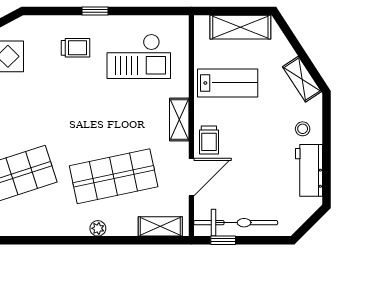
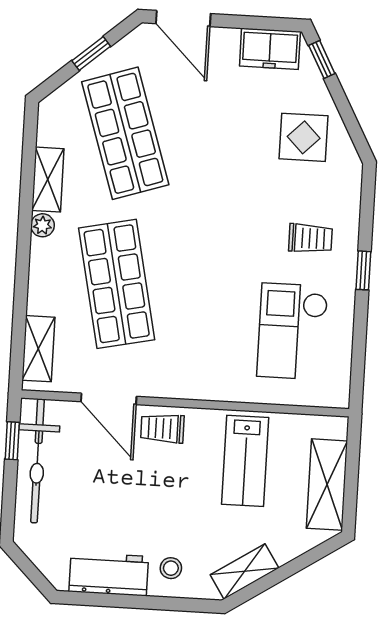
trolley: (75, 48) -> (310, 238), turned -90
shelving: (179, 119) -> (48, 180), moved, turned 90
plant: (98, 228) -> (42, 225), moved

